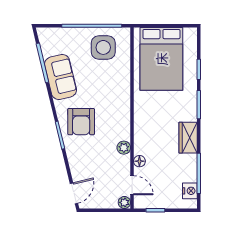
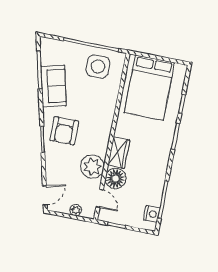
wardrobe: (188, 138) -> (119, 153), moved, turned 180
plant: (124, 148) -> (92, 167), width x1.88, depth x1.88
floor lamp: (139, 161) -> (115, 178), width x1.89, depth x1.89
plant: (124, 202) -> (76, 210), moved

